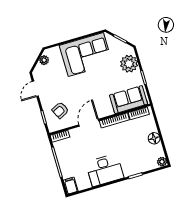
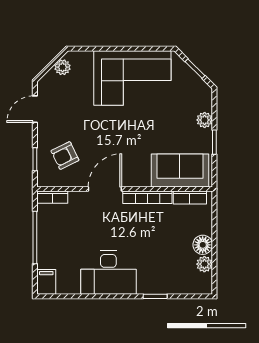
plant: (129, 64) -> (205, 120), width x0.53, depth x0.53
plant: (162, 162) -> (204, 264), moved

